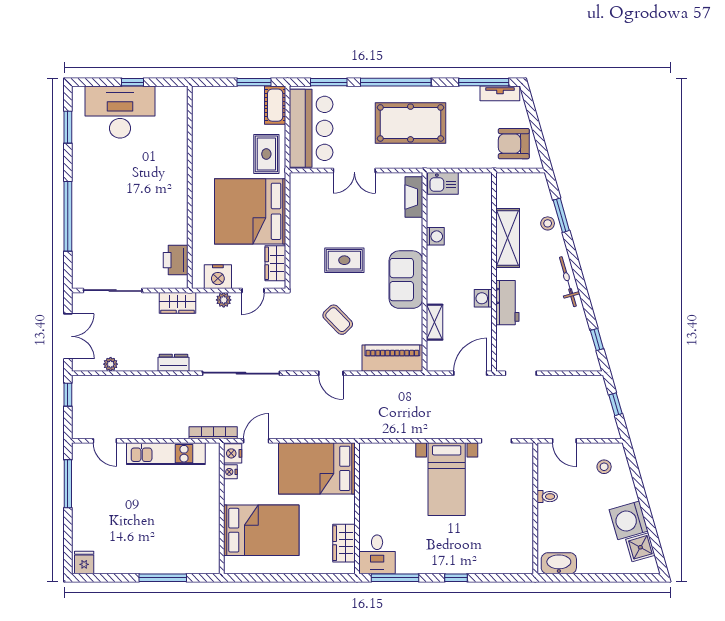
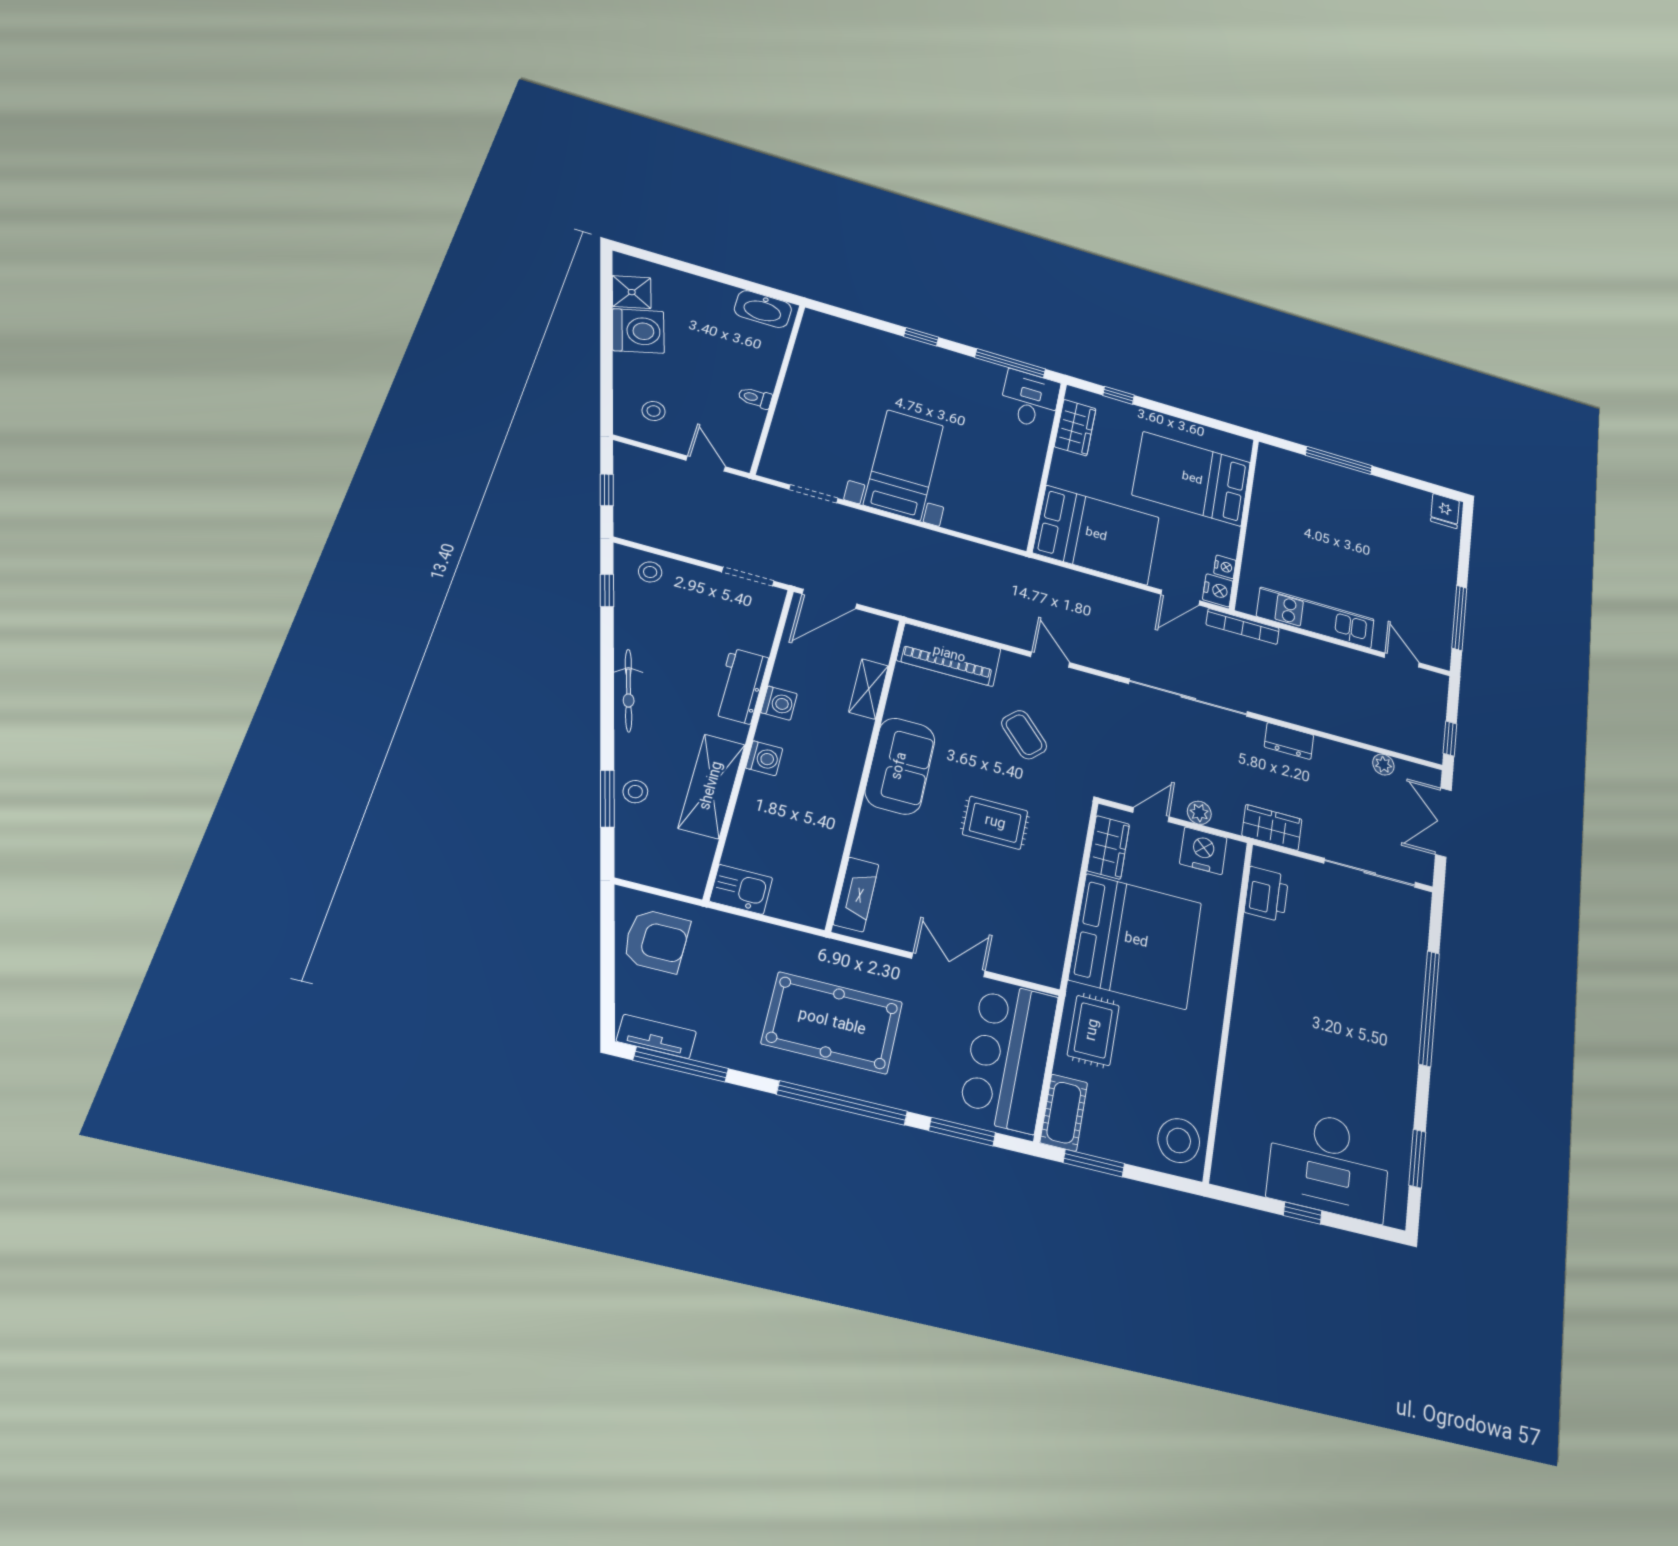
stool: (208, 105) -> (1179, 1141), added
kitchen sink: (443, 183) -> (741, 889), moved
washing machine: (435, 236) -> (764, 758), moved, turned 180
stool: (576, 359) -> (650, 572), added
window: (320, 578) -> (1118, 395), added

